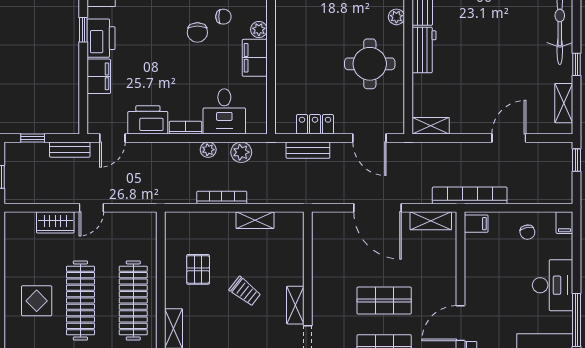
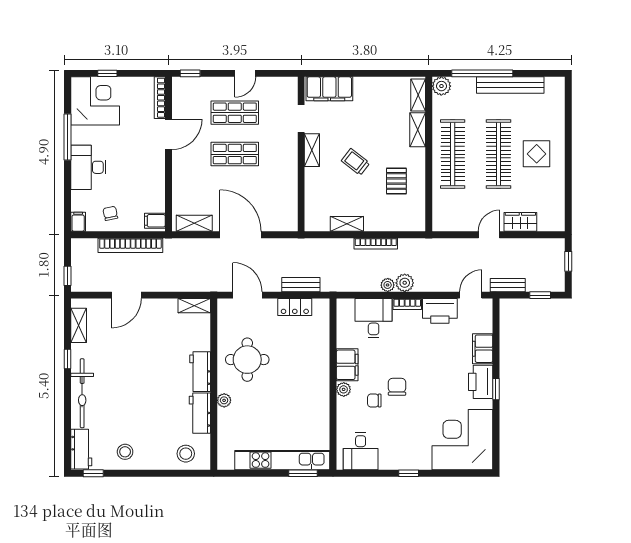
plant: (241, 152) -> (405, 283), moved
bookcase: (470, 195) -> (130, 245), moved

